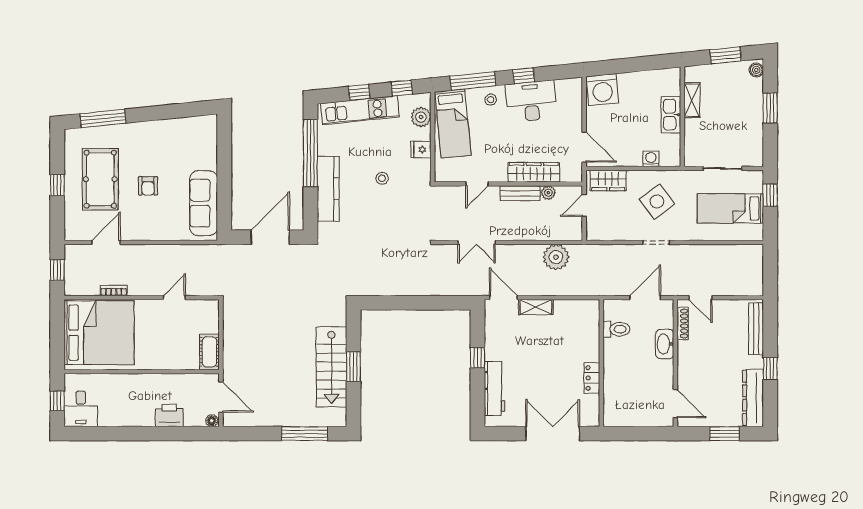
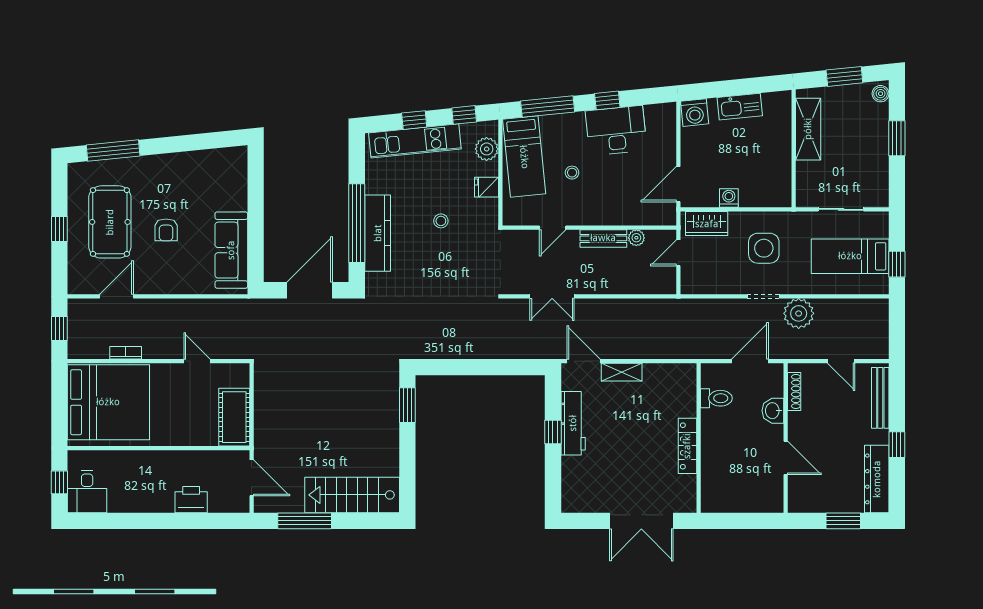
washing machine: (602, 90) -> (695, 113), width x0.73, depth x0.73
stool: (491, 100) -> (572, 173), moved
shelving: (692, 100) -> (808, 129), width x1.50, depth x1.33
kitchen sink: (671, 115) -> (740, 107), moved, turned -96
door: (584, 147) -> (678, 184), swing flipped
window: (310, 153) -> (357, 223), moved
washing machine: (651, 159) -> (729, 198), moved
wardrobe: (534, 172) -> (619, 214), removed
window: (770, 195) -> (897, 264), moved
side table: (657, 202) -> (764, 248), turned 37
plant: (556, 257) -> (799, 313), moved
door: (174, 298) -> (197, 361), hinge flipped
door: (700, 298) -> (841, 361), moved
washbasin: (665, 344) -> (773, 411), width x0.72
cot: (209, 352) -> (234, 417), width x1.37, depth x1.34
stairs: (331, 367) -> (352, 495), moved, turned 90
window: (353, 367) -> (407, 405), moved
locker: (592, 378) -> (687, 446), width x1.53
workbench: (495, 389) -> (573, 423), moved
door: (675, 404) -> (786, 458), moved
floor lamp: (212, 421) -> (241, 506), removed
window: (305, 434) -> (305, 521), moved
double door: (553, 434) -> (641, 521), swing flipped

